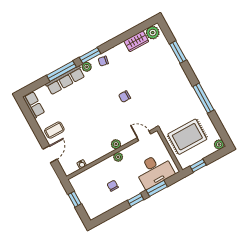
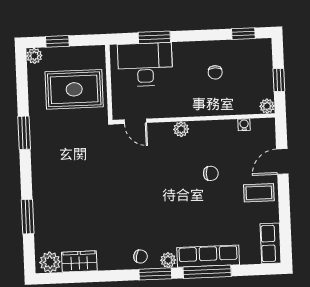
chair: (125, 97) -> (211, 173), moved
window: (203, 98) -> (24, 133), width x0.69
plant: (118, 157) -> (267, 106), moved
window: (198, 166) -> (57, 41), moved
window: (136, 200) -> (243, 34), moved

